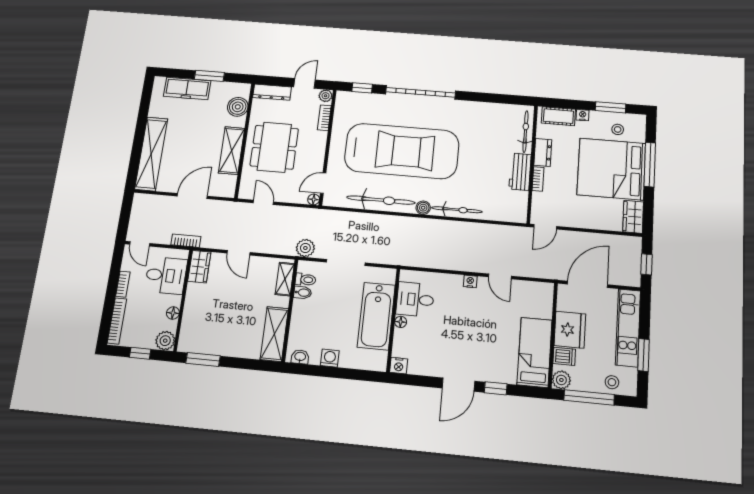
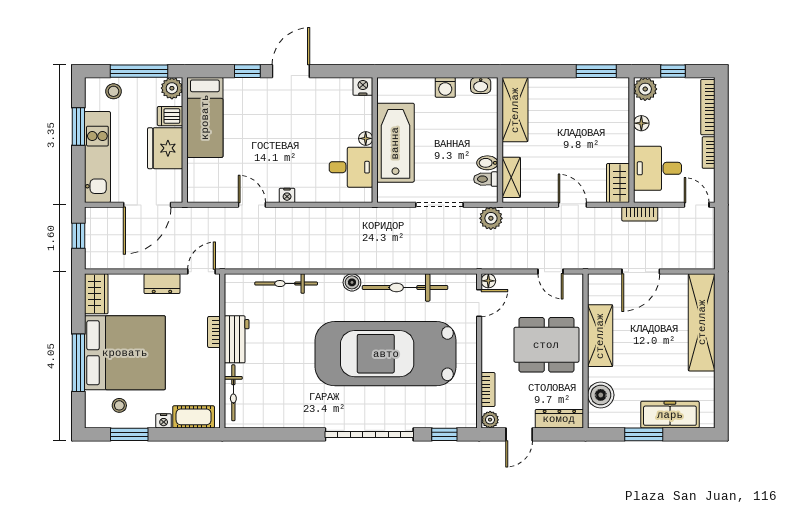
dining table: (274, 147) -> (546, 345), turned 90
dresser: (543, 152) -> (162, 284), moved, turned -90
bicycle: (457, 210) -> (286, 284), moved

